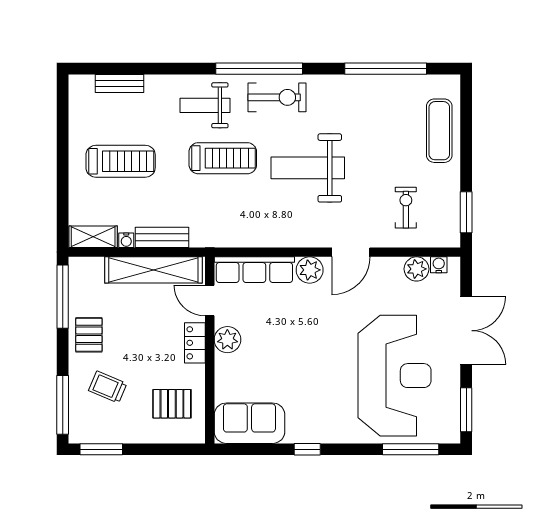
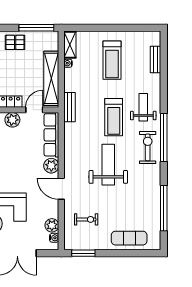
exercise bike: (277, 97) -> (148, 147), turned 180
bench: (162, 237) -> (70, 107), moved

